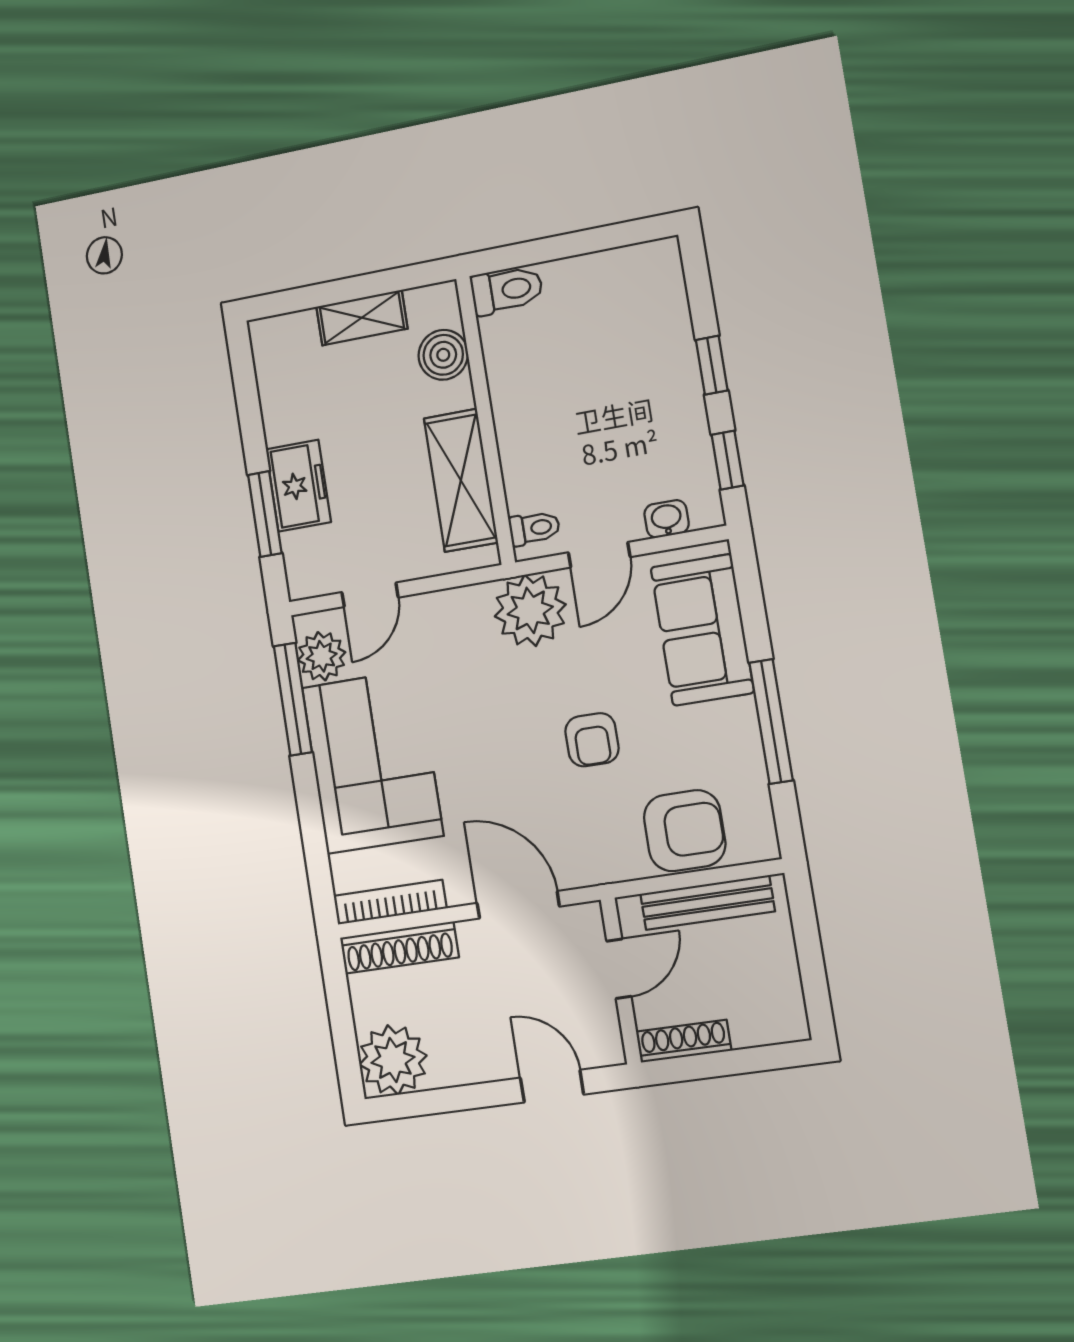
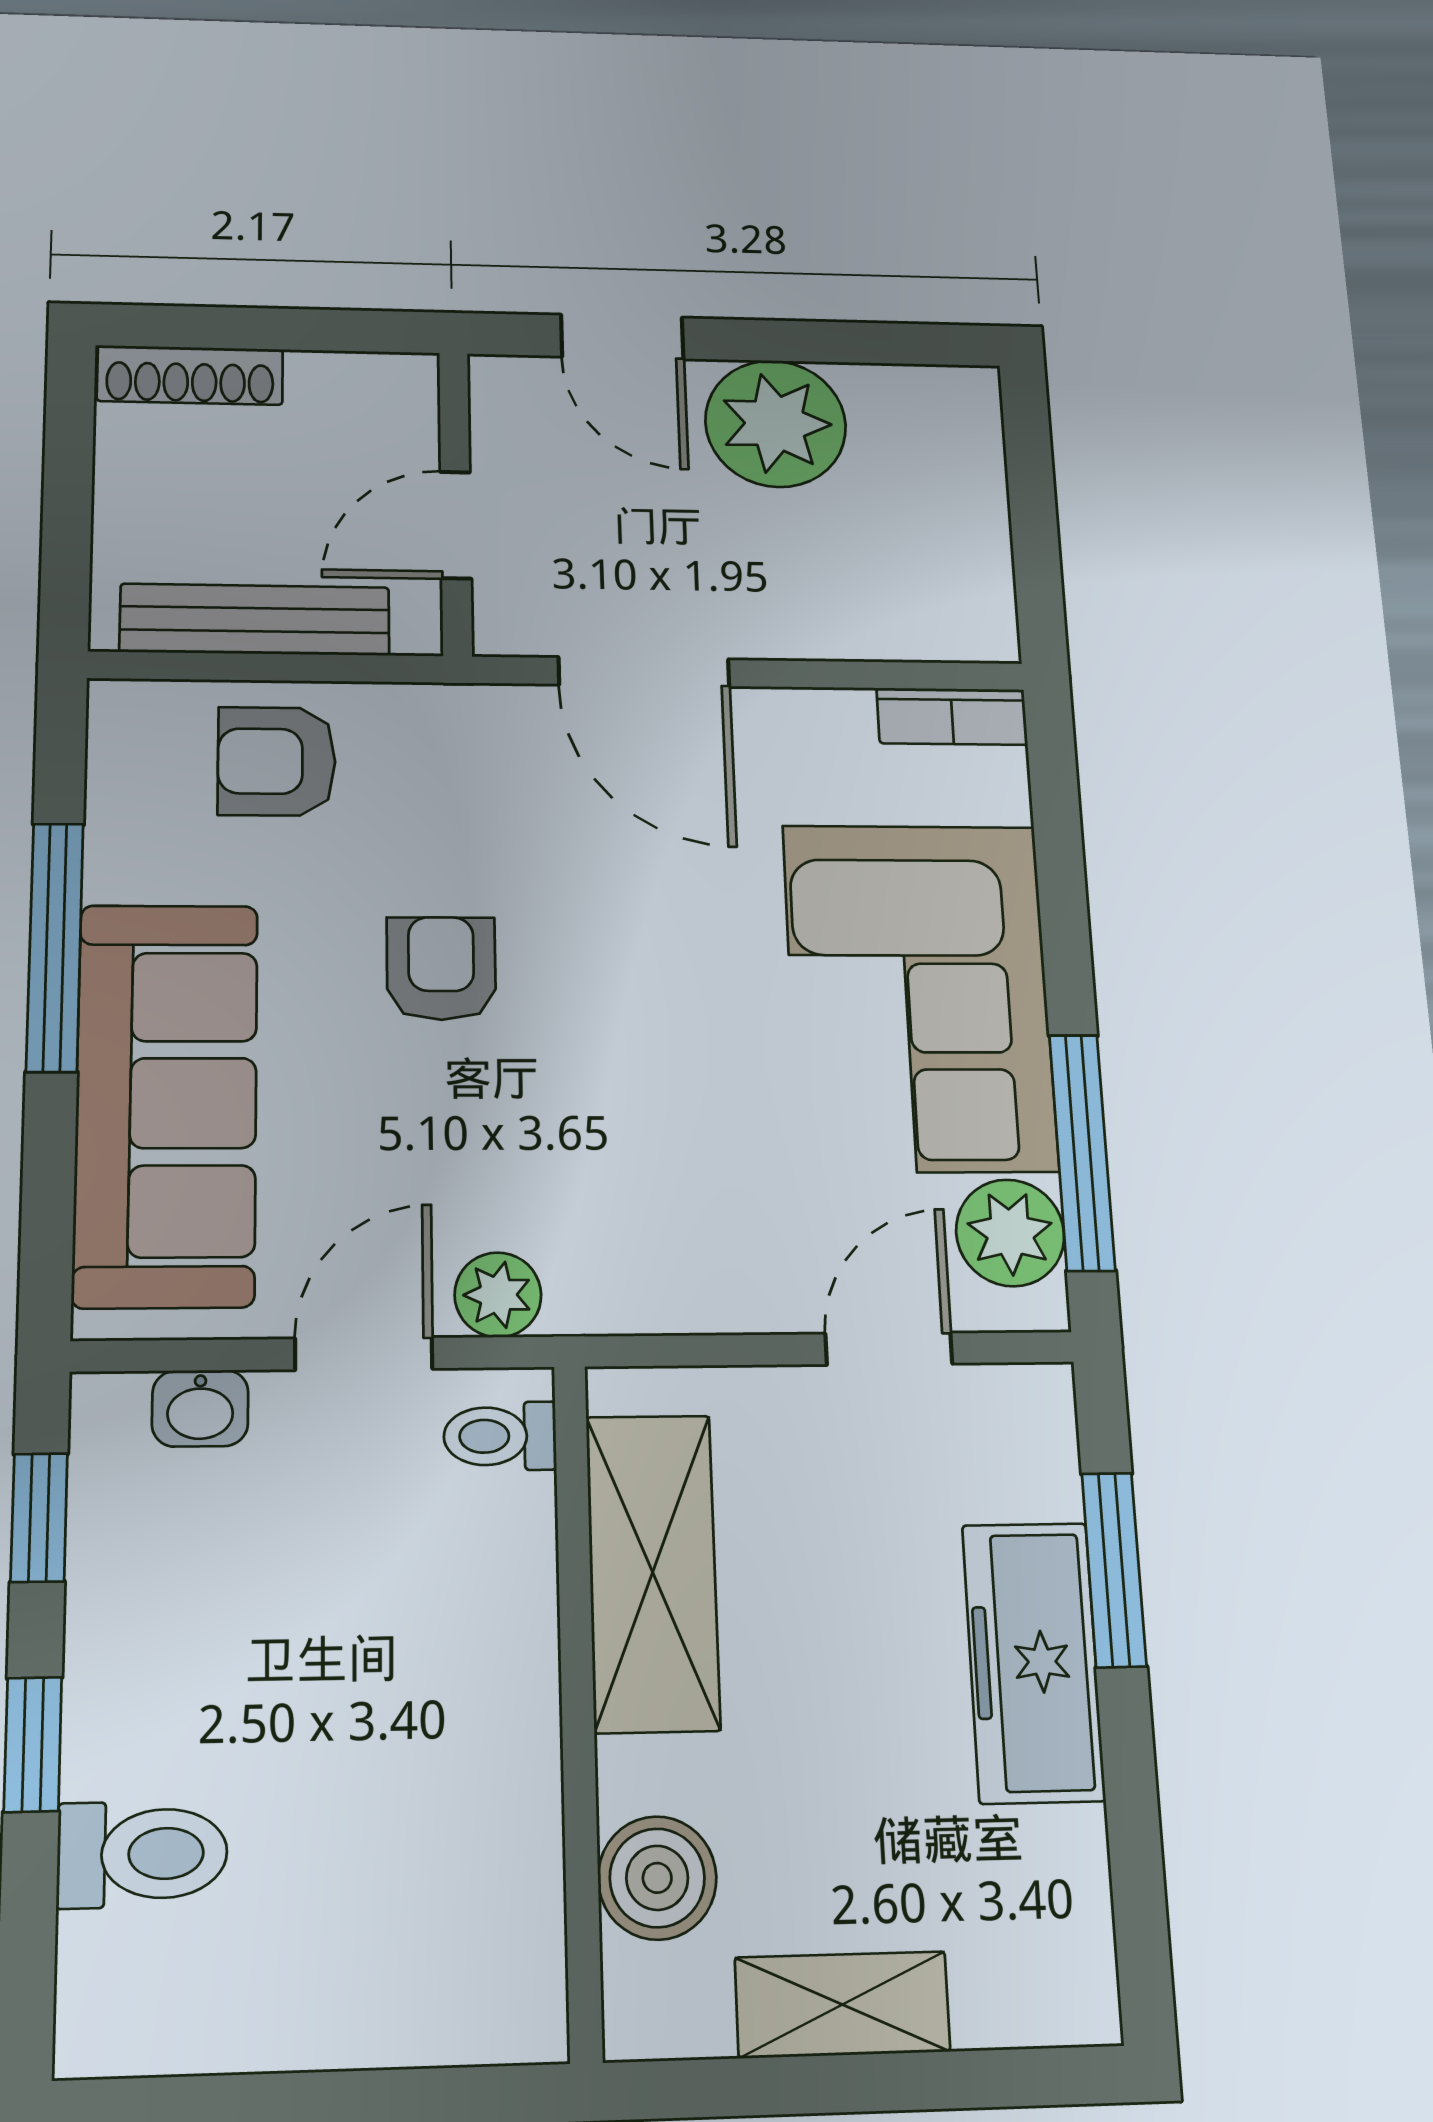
toilet: (507, 290) -> (142, 1854), moved, turned 180
freezer: (298, 486) -> (1033, 1662), width x1.40
plant: (530, 610) -> (498, 1295), width x0.53, depth x0.53
sofa: (702, 630) -> (166, 1103), width x1.36
armchair: (685, 831) -> (277, 761), width x0.72, depth x0.72
bookcase: (390, 902) -> (952, 716), width x0.64
shoe rack: (399, 948) -> (900, 628), removed
shoe rack: (684, 1041) -> (190, 375), moved
plant: (393, 1060) -> (776, 424), moved

